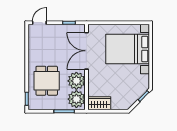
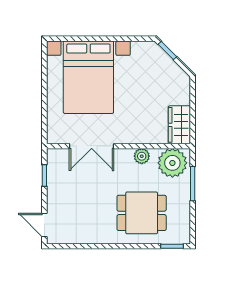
double door: (86, 51) -> (92, 146), width x0.73
plant: (76, 81) -> (142, 156), width x0.53, depth x0.53

